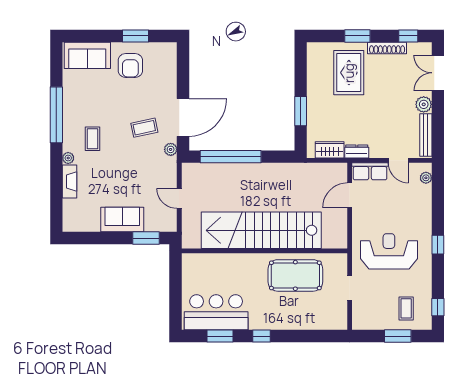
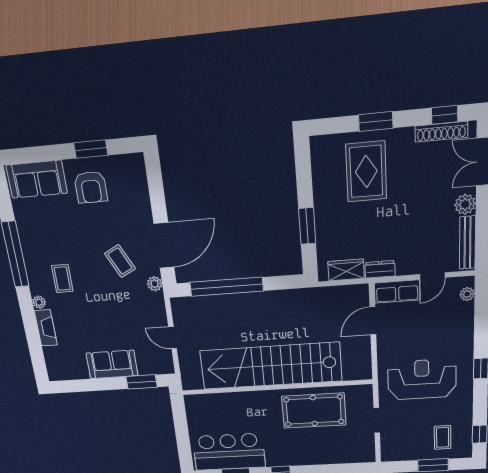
shoe rack: (387, 48) -> (441, 132), moved
coffee table: (144, 128) -> (120, 261), turned 75
door: (398, 160) -> (432, 276), hinge flipped

